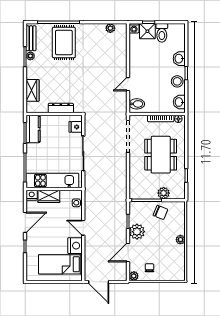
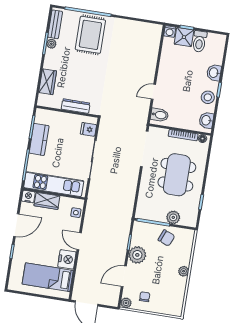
plant: (110, 28) -> (144, 27), removed
kitchen counter: (33, 129) -> (39, 139), moved

